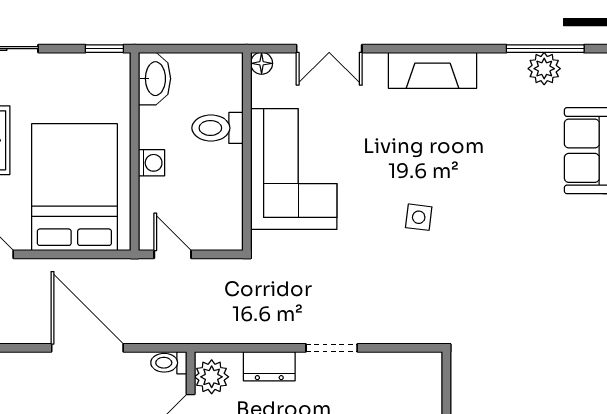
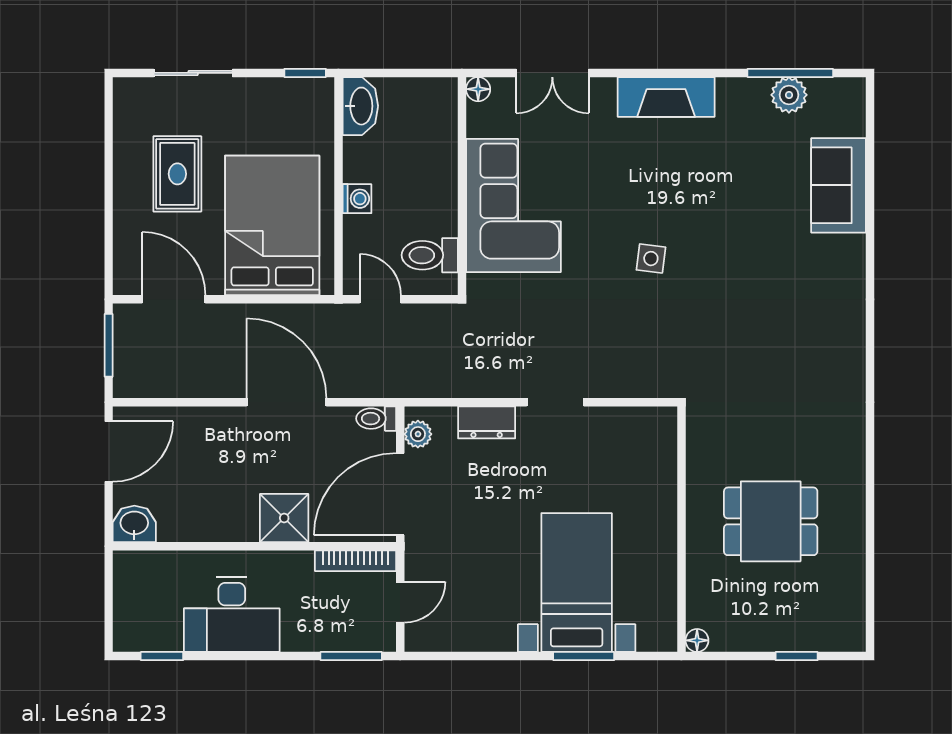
toilet: (218, 128) -> (430, 255), moved
plant: (212, 377) -> (418, 434), width x0.73, depth x0.73

